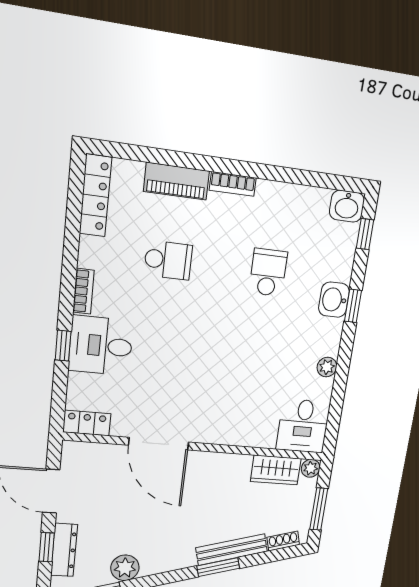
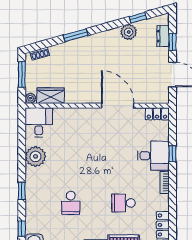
washbasin: (334, 300) -> (33, 193), removed
plant: (327, 367) -> (35, 156), width x1.88, depth x1.88
dresser: (64, 550) -> (163, 36), width x0.70
bench: (232, 550) -> (69, 47), removed

